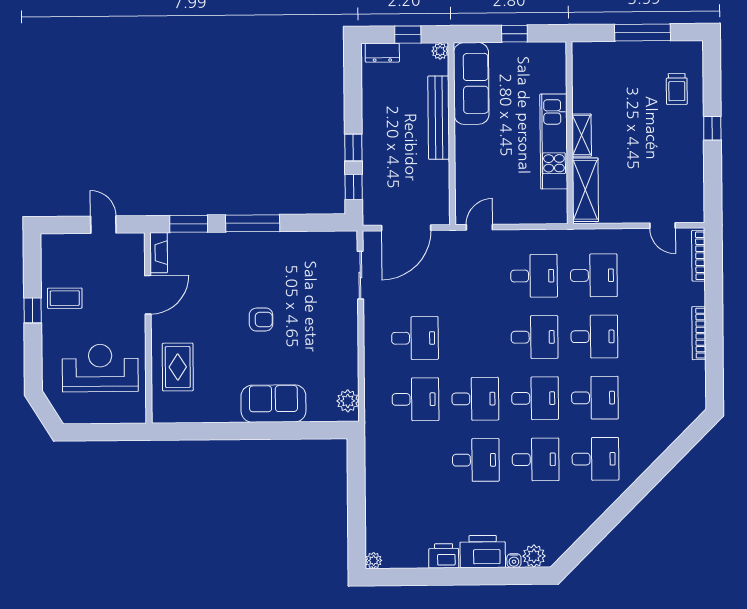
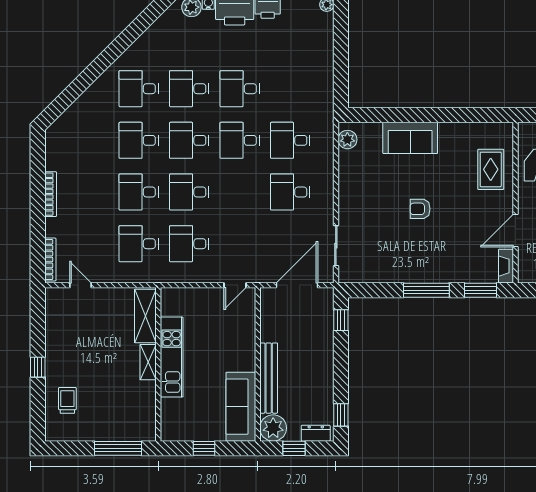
window: (642, 32) -> (118, 448), moved
plant: (440, 51) -> (273, 428), width x1.87, depth x1.87
window: (353, 148) -> (341, 415), moved

